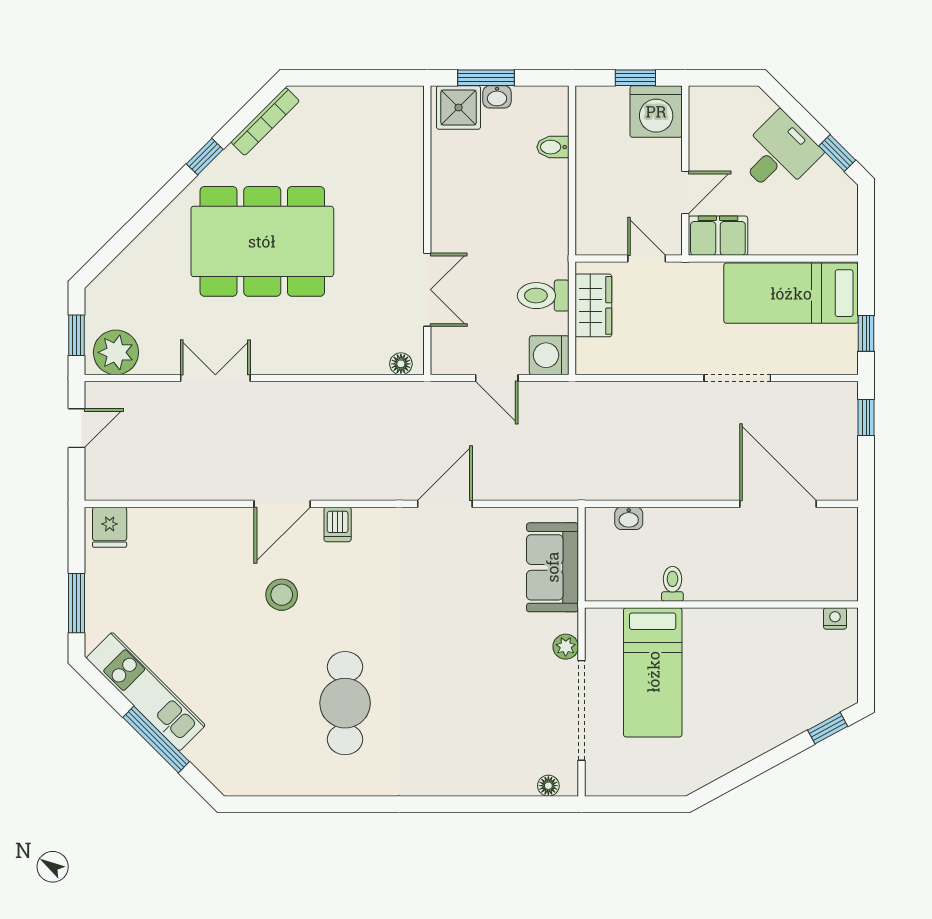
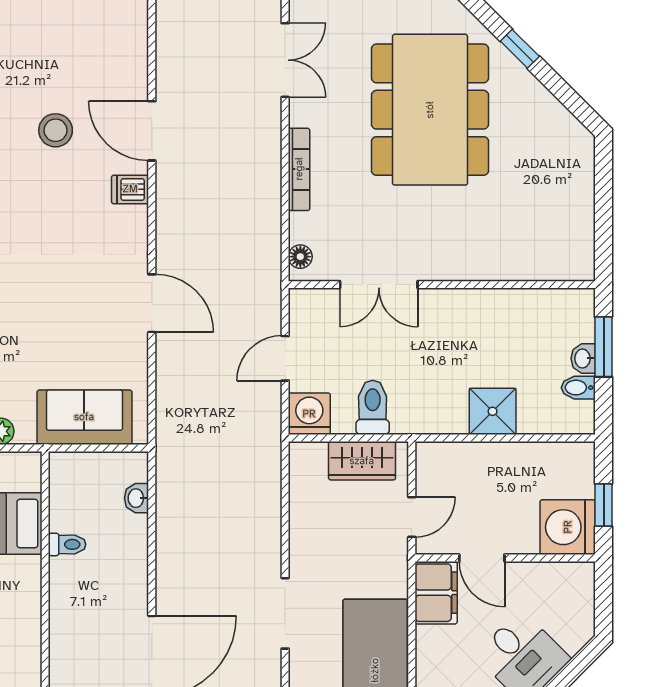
shower: (459, 107) -> (493, 411), moved
bookcase: (265, 121) -> (299, 169), moved, turned -135
bidet: (553, 147) -> (578, 388), moved, turned -90

